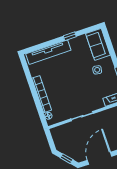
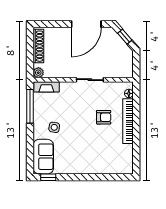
window: (70, 36) -> (48, 177), moved
tv unit: (48, 52) -> (104, 167), removed
armchair: (62, 91) -> (104, 117), added

